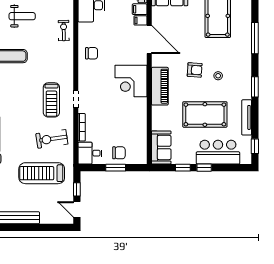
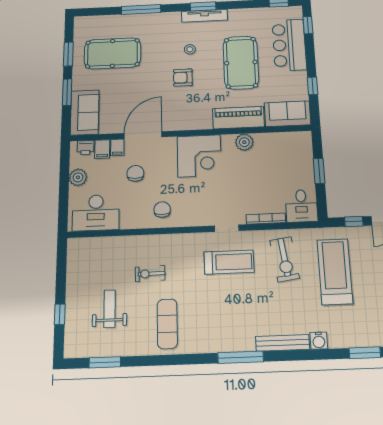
exercise bike: (64, 31) -> (150, 274), moved
armchair: (195, 70) -> (183, 78), turned -94
piano: (160, 86) -> (238, 118), moved
plant: (140, 114) -> (244, 142), added
tv unit: (247, 117) -> (204, 16), moved
chair: (119, 153) -> (135, 173), moved
window: (204, 168) -> (308, 25), moved
treadmill: (42, 173) -> (335, 272), turned 180

